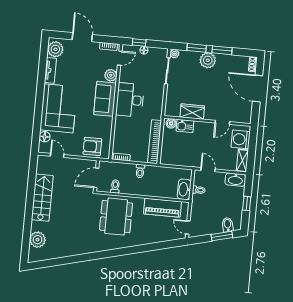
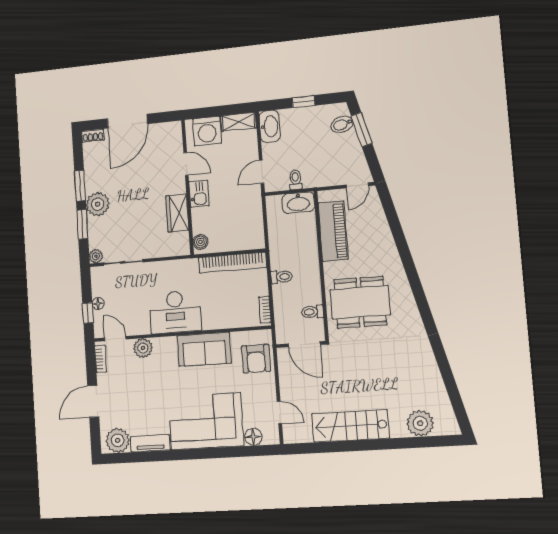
sofa: (105, 99) -> (204, 349), moved
kitchen sink: (185, 126) -> (199, 194), moved
door: (57, 155) -> (279, 412), swing flipped

